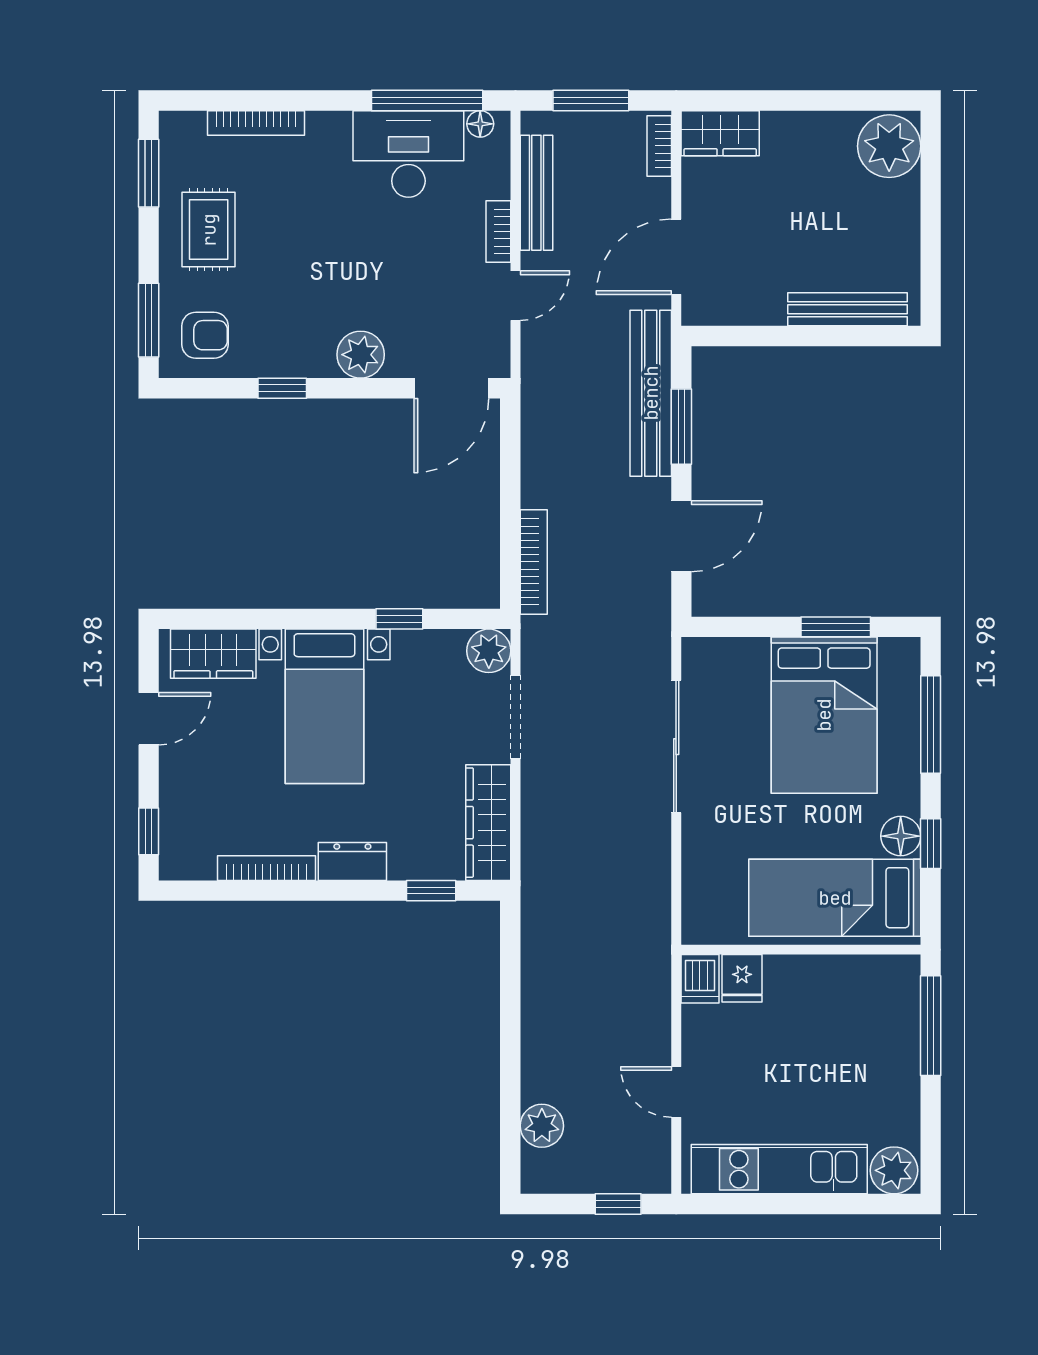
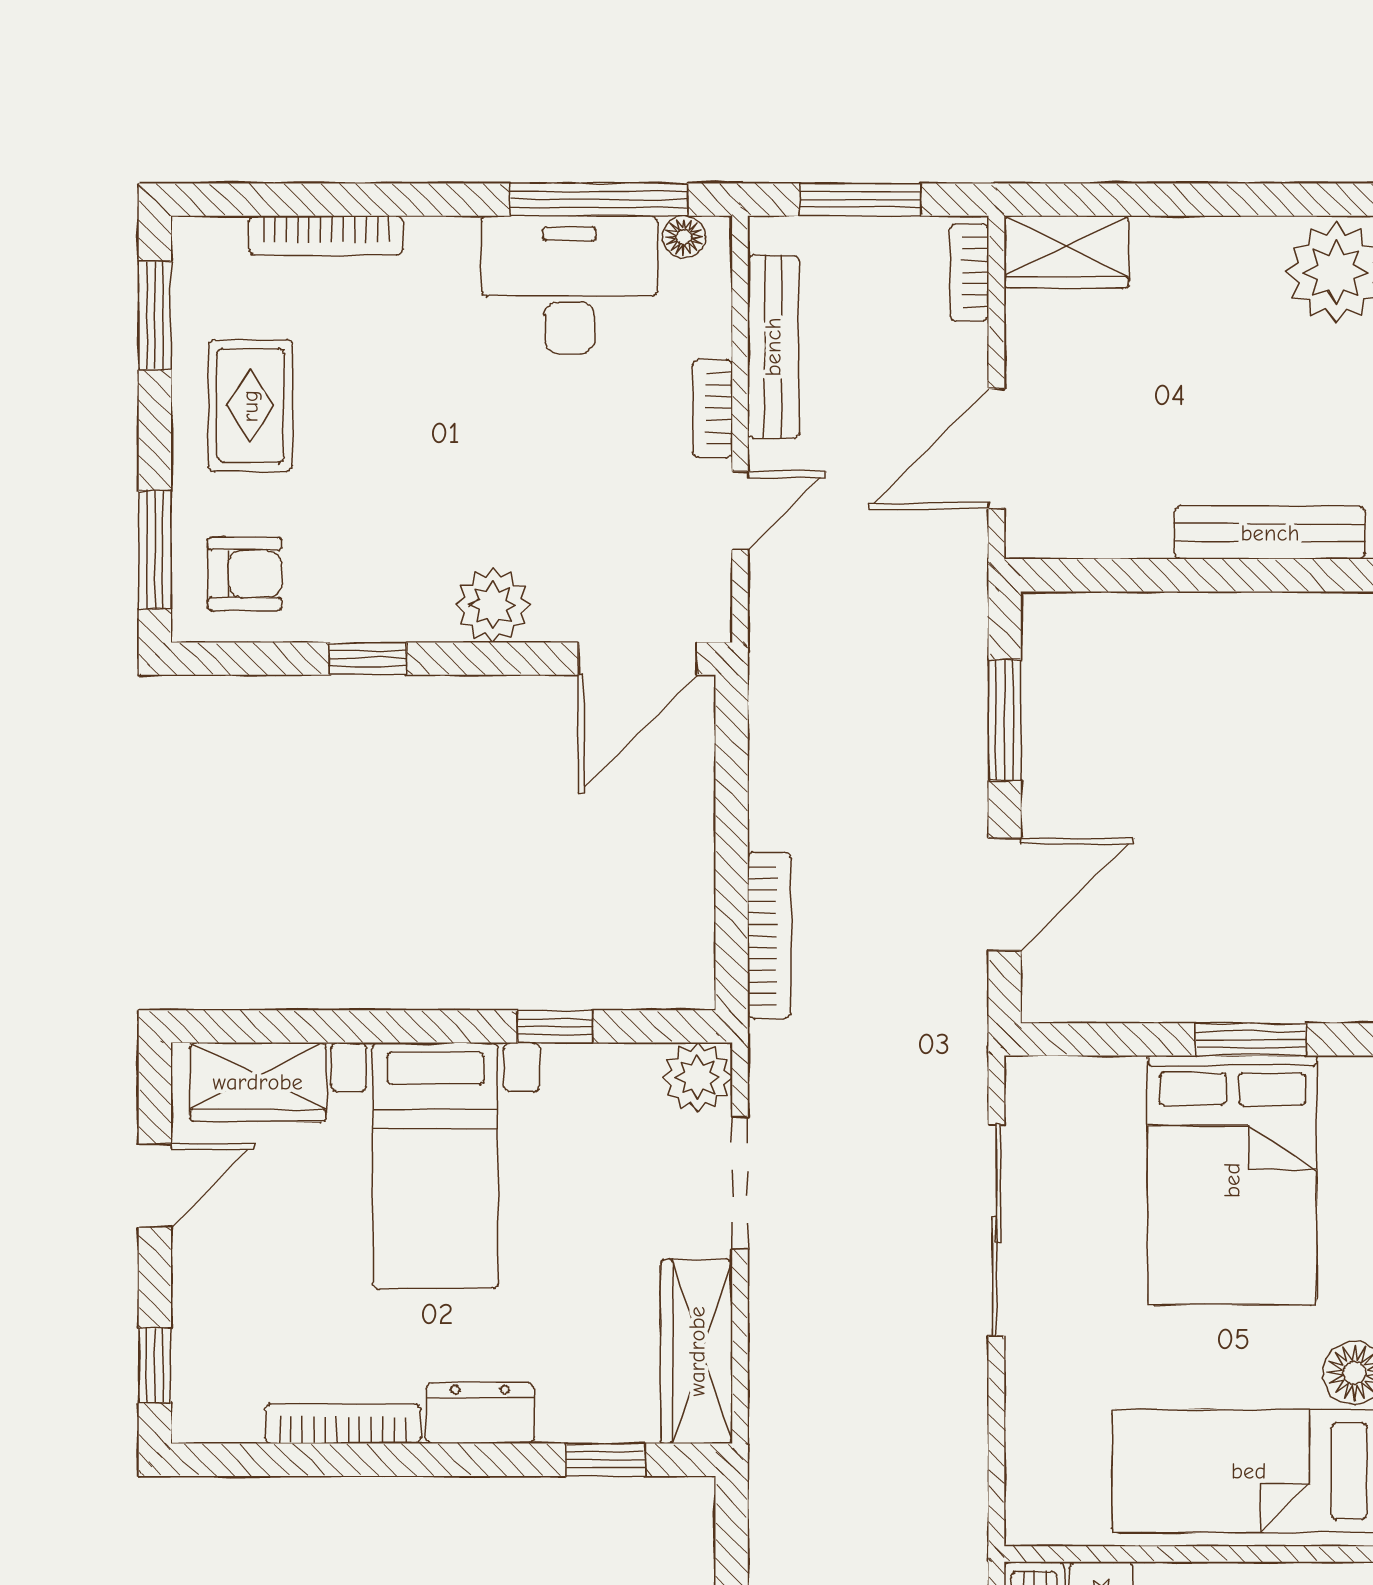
bench: (651, 393) -> (956, 666), removed

